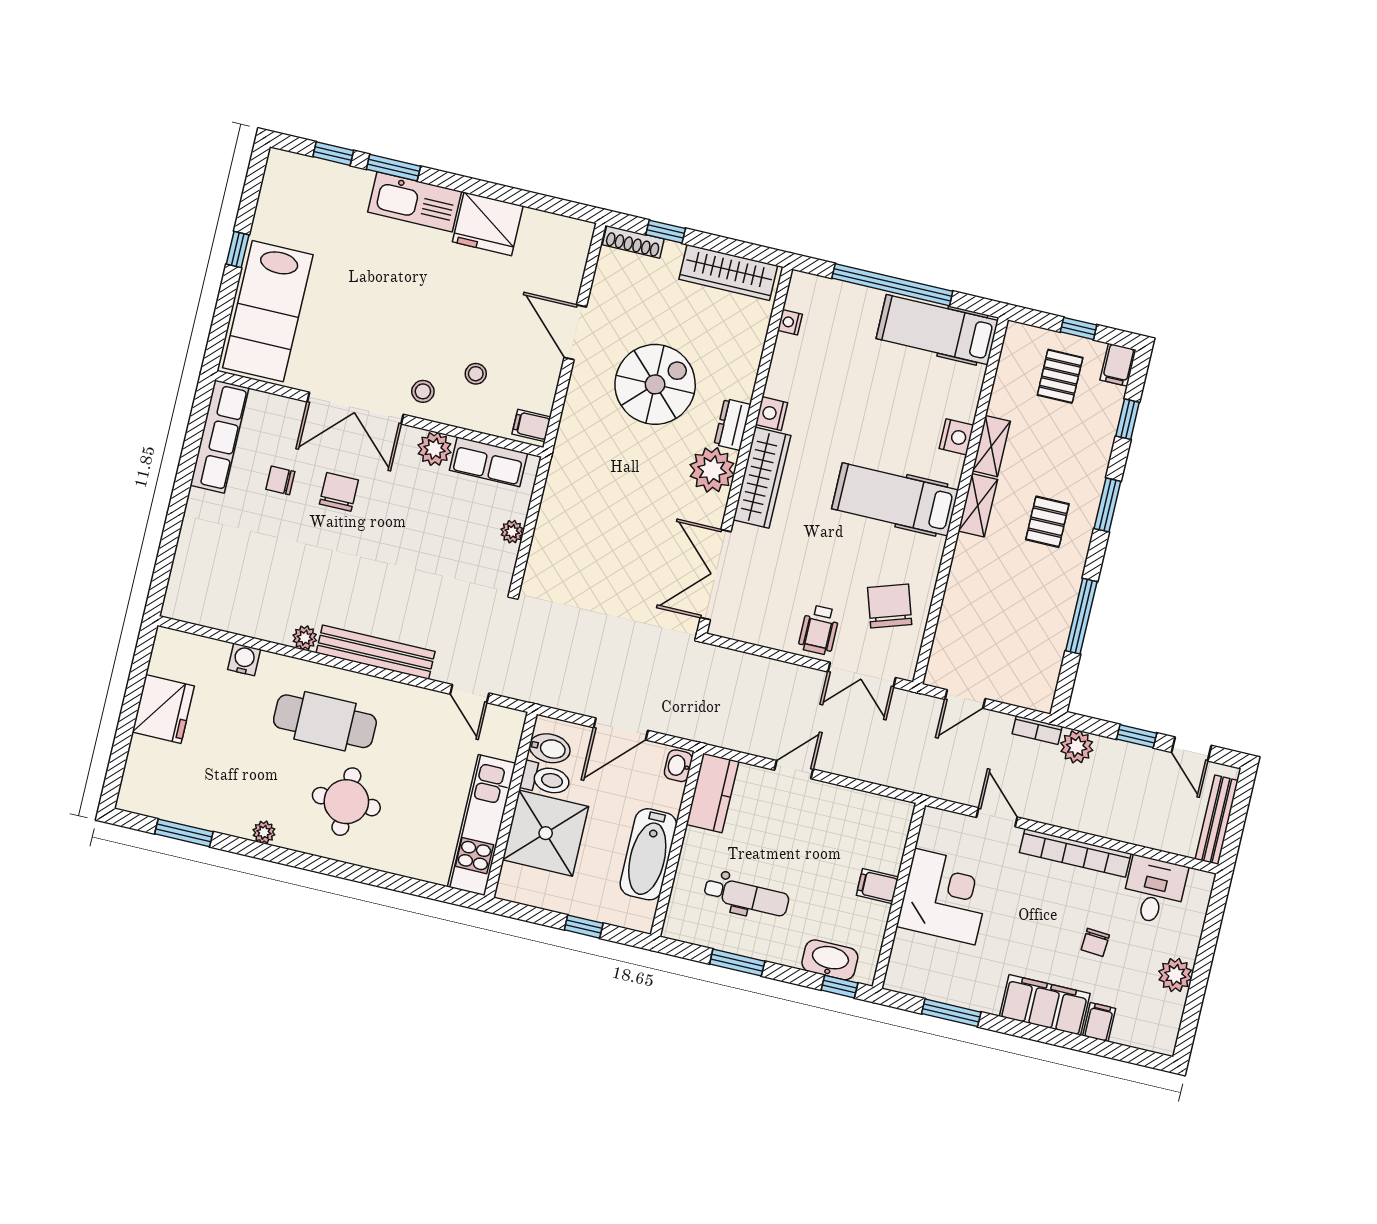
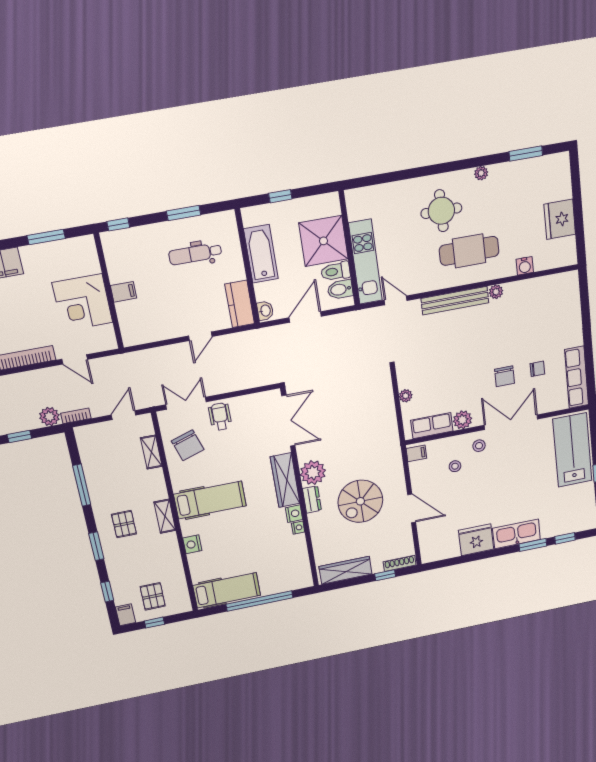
nightstand: (790, 322) -> (298, 528), moved
shelving: (991, 446) -> (151, 452), moved
kitchen unit: (482, 825) -> (365, 262), moved
washbasin: (830, 960) -> (131, 238), removed

